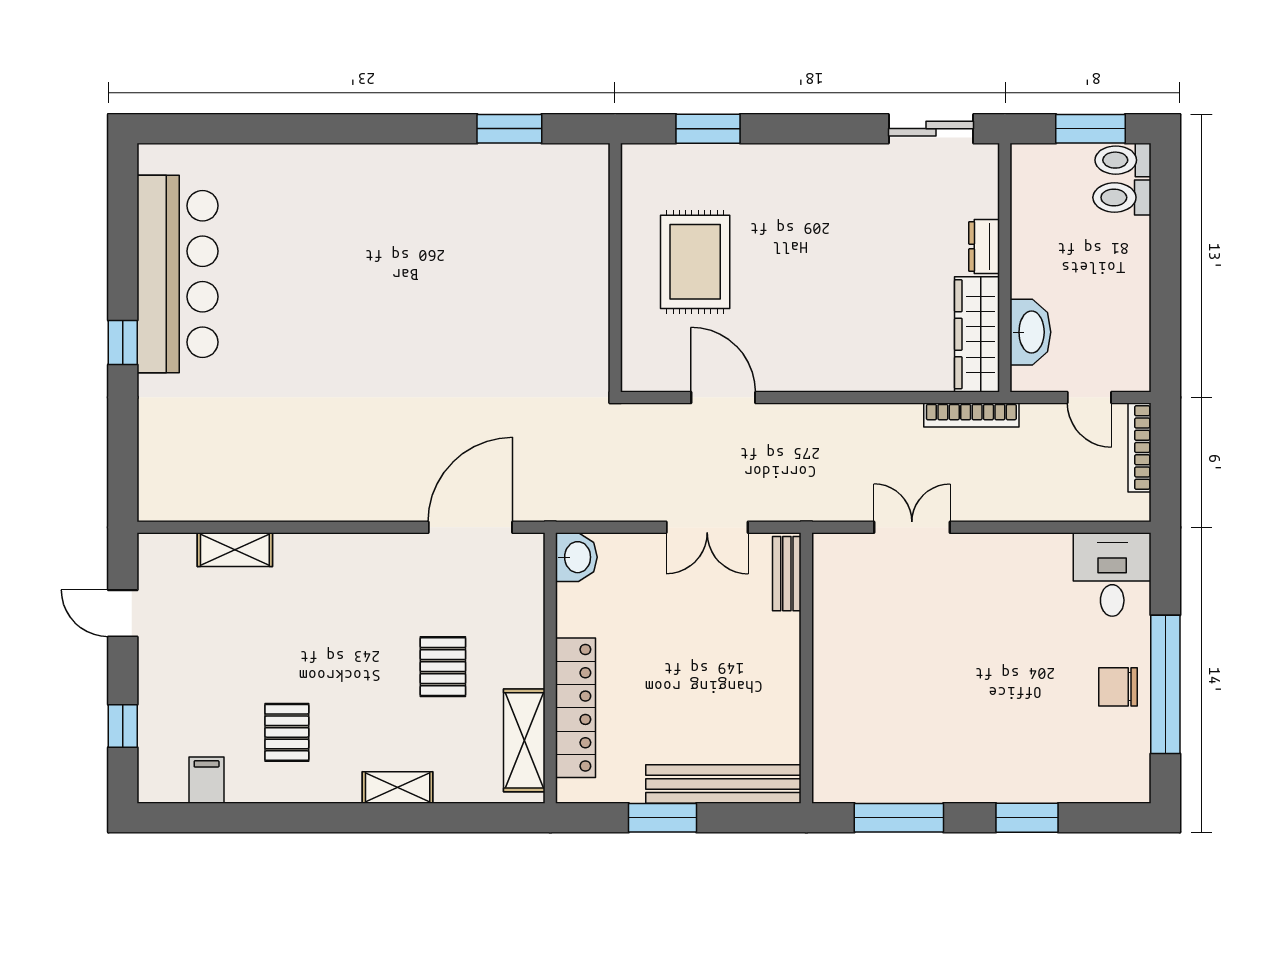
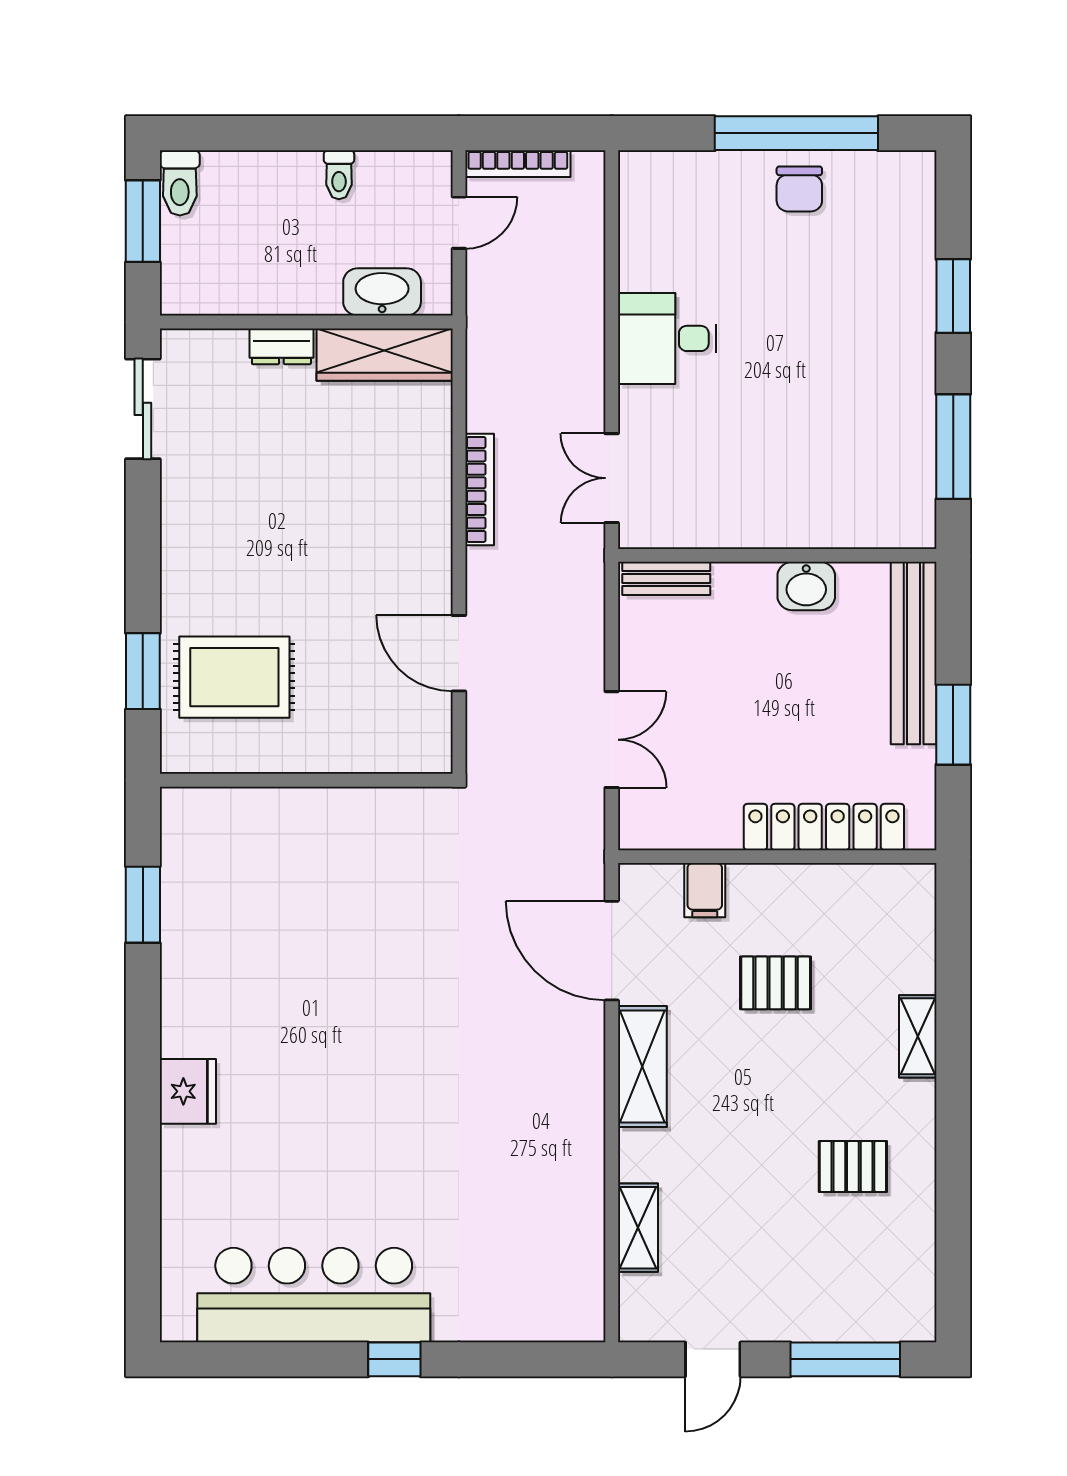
fridge: (351, 167) -> (188, 1091), added
toilet: (1122, 197) -> (339, 175), moved, width x0.73, depth x0.72
rug: (695, 262) -> (234, 677), moved
door: (723, 397) -> (459, 653), hinge flipped
bookcase: (971, 415) -> (480, 489), moved
double door: (707, 527) -> (612, 740), moved
double door: (912, 527) -> (612, 478), moved
washbasin: (576, 557) -> (806, 586), moved, turned 180
desk: (1112, 575) -> (667, 338), moved
window: (123, 726) -> (845, 1359), width x2.17
shelving: (524, 740) -> (642, 1066), moved, turned 90
filing cabinet: (207, 780) -> (705, 890), moved, turned -90

